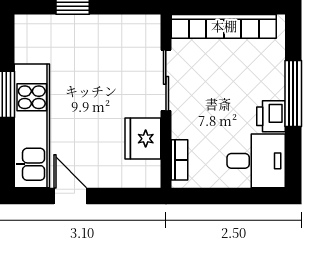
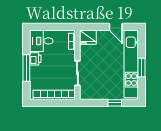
kitchen unit: (32, 126) -> (131, 64), width x1.36
fridge: (143, 139) -> (88, 37), moved, turned 90

